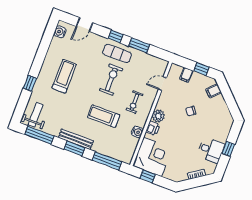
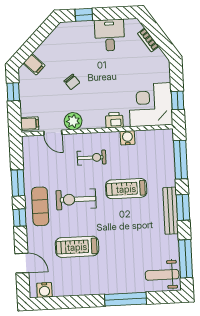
filing cabinet: (186, 75) -> (30, 124), moved
treadmill: (64, 76) -> (77, 247), moved
window: (30, 83) -> (126, 299), width x2.17
treadmill: (104, 116) -> (126, 189), turned 90
plant: (158, 116) -> (73, 121), moved
window: (228, 149) -> (84, 15), moved

